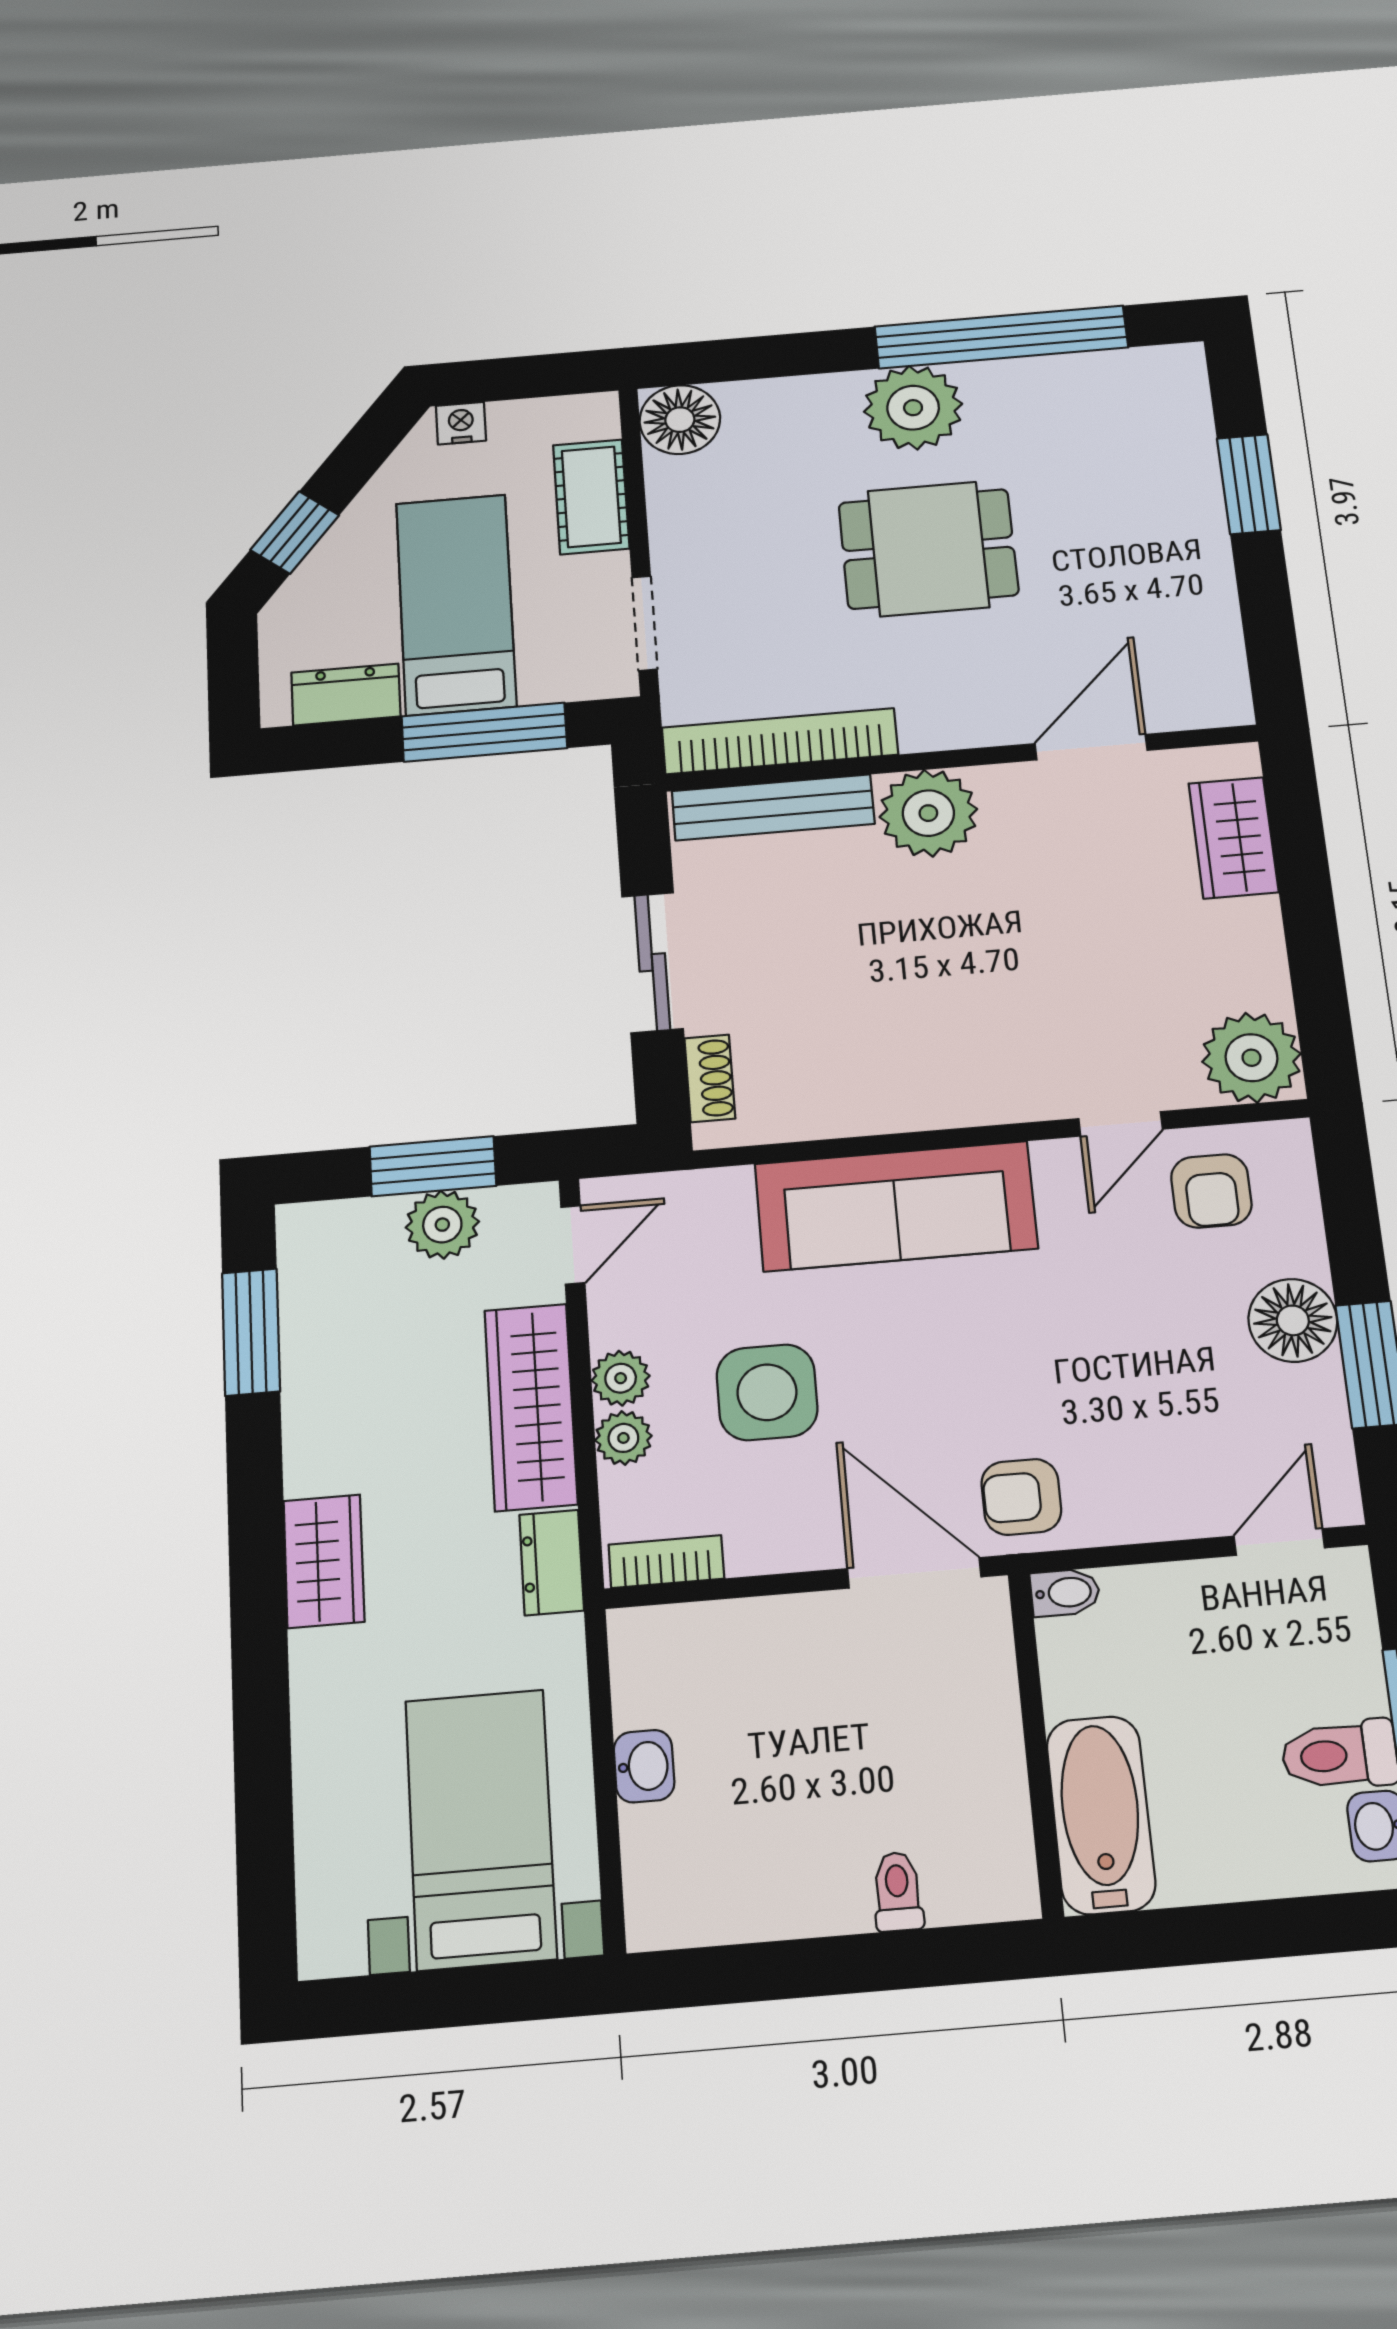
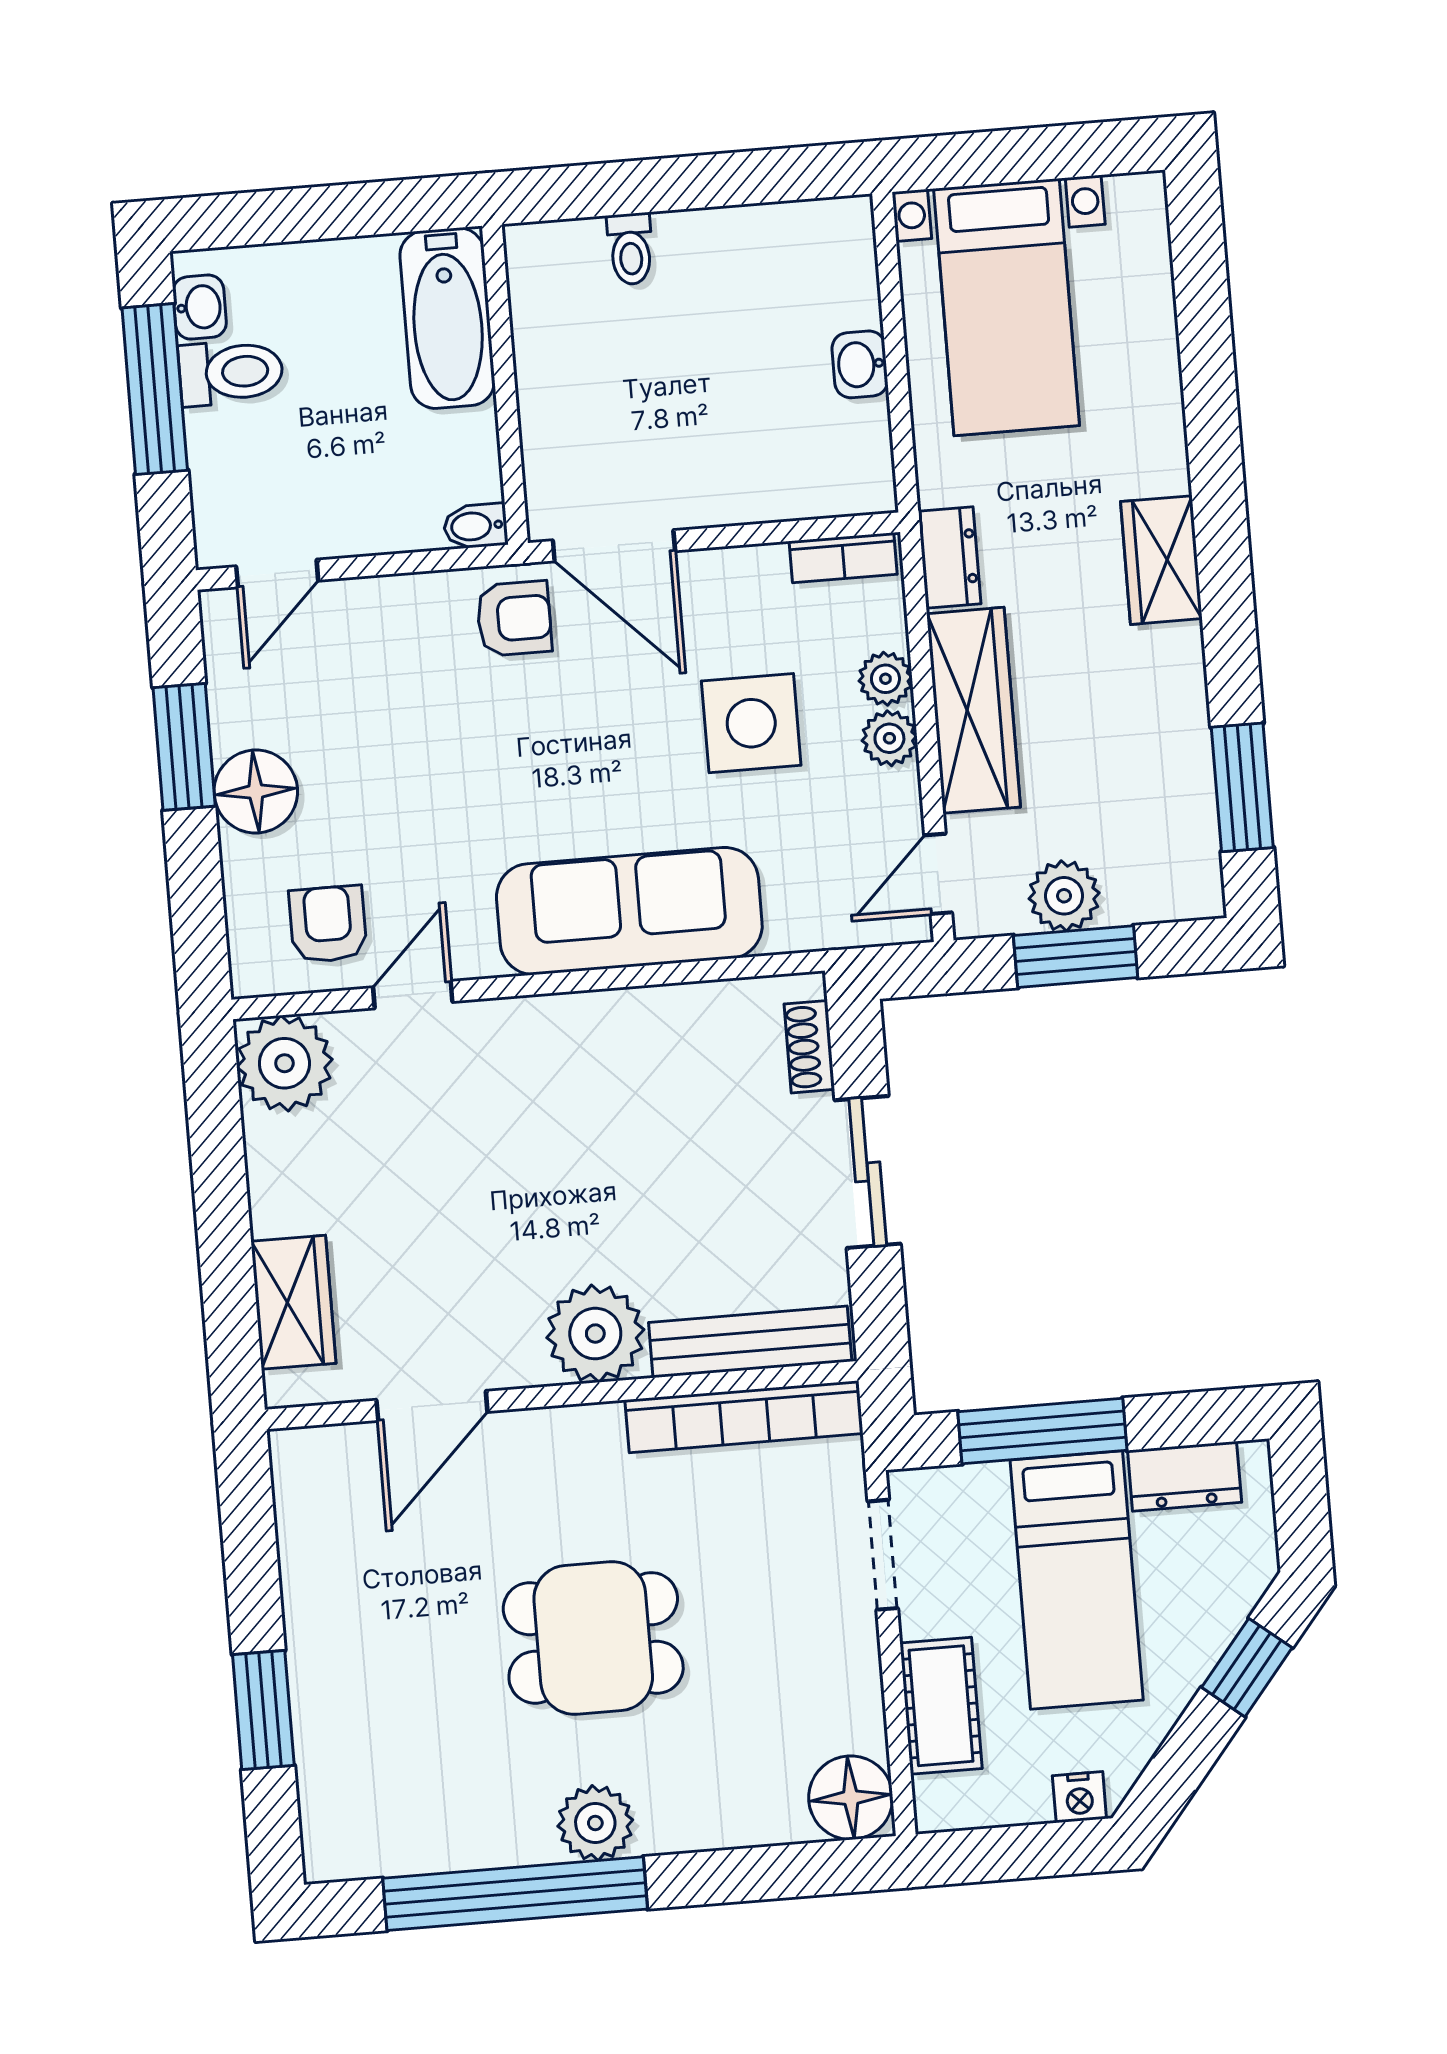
plant: (913, 408) -> (595, 1823), width x0.73, depth x0.73

